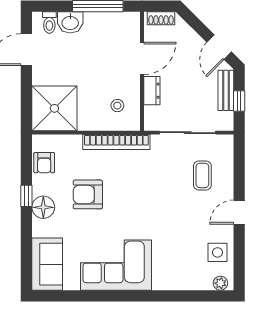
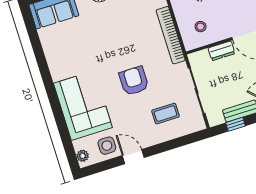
armchair: (88, 194) -> (134, 81), moved
door: (239, 212) -> (133, 157), moved
corner sofa: (116, 265) -> (83, 105), moved

